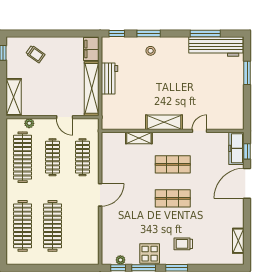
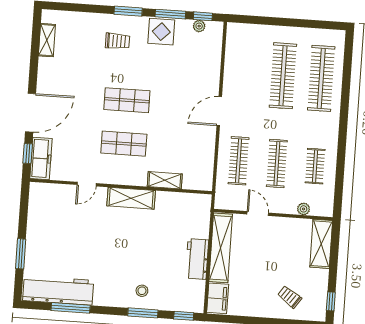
clothes rail: (23, 157) -> (315, 166), width x0.54, depth x0.76

